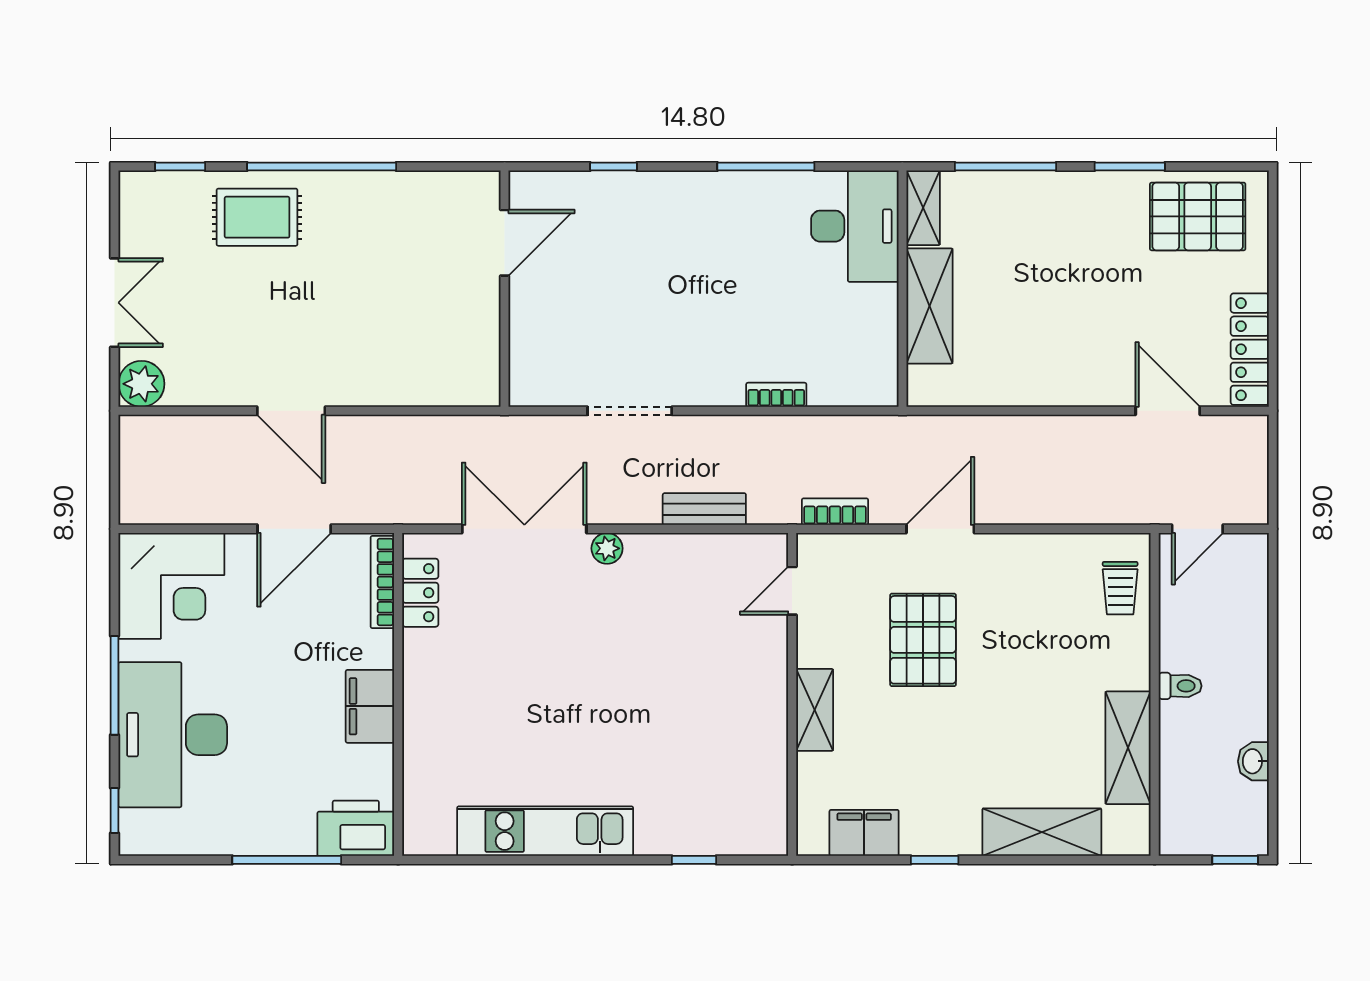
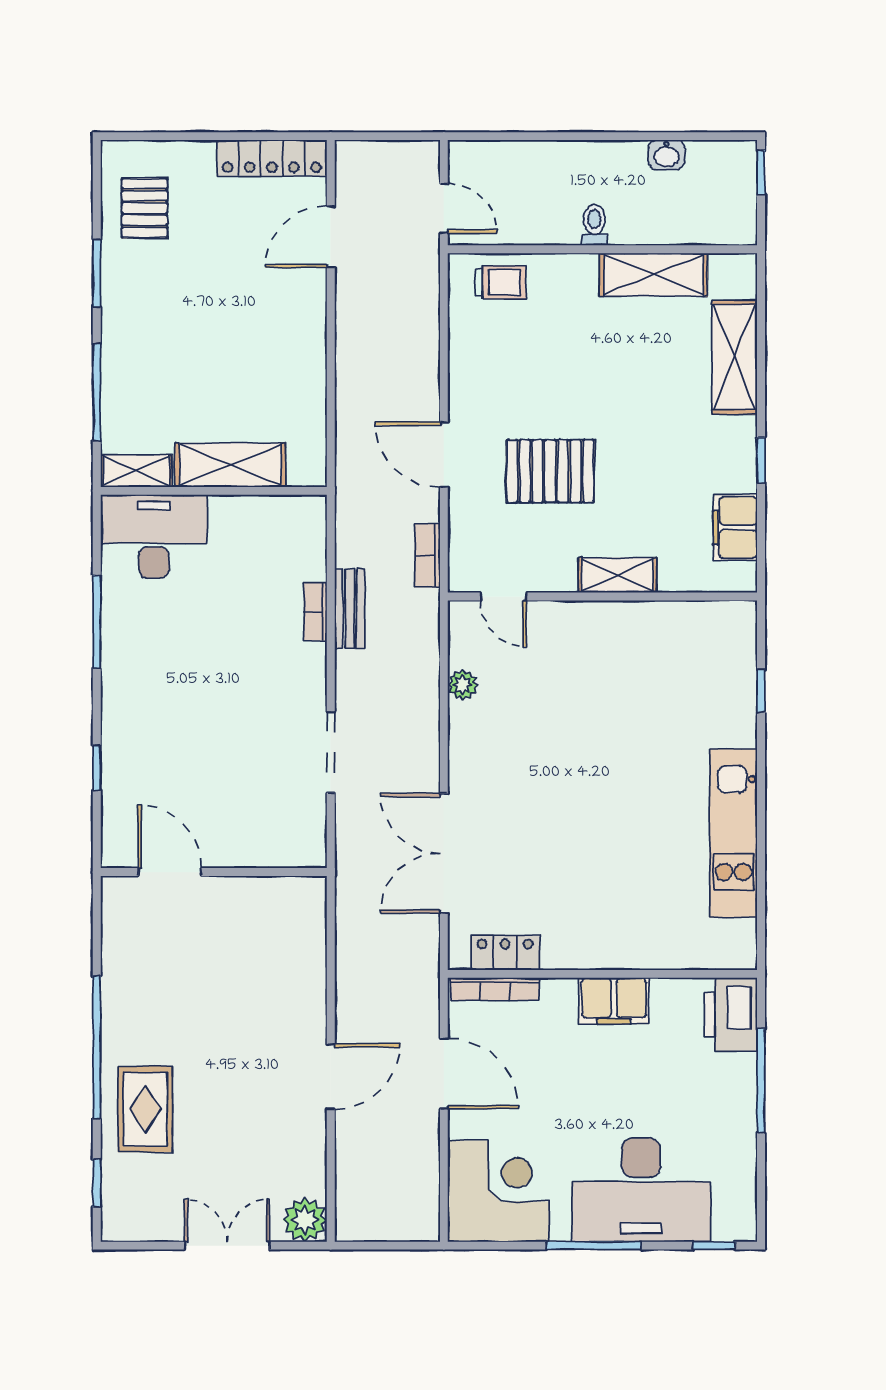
pallet: (1198, 216) -> (145, 208), width x0.67, depth x0.71
bench: (704, 509) -> (350, 609), moved
plant: (607, 548) -> (463, 685), moved

